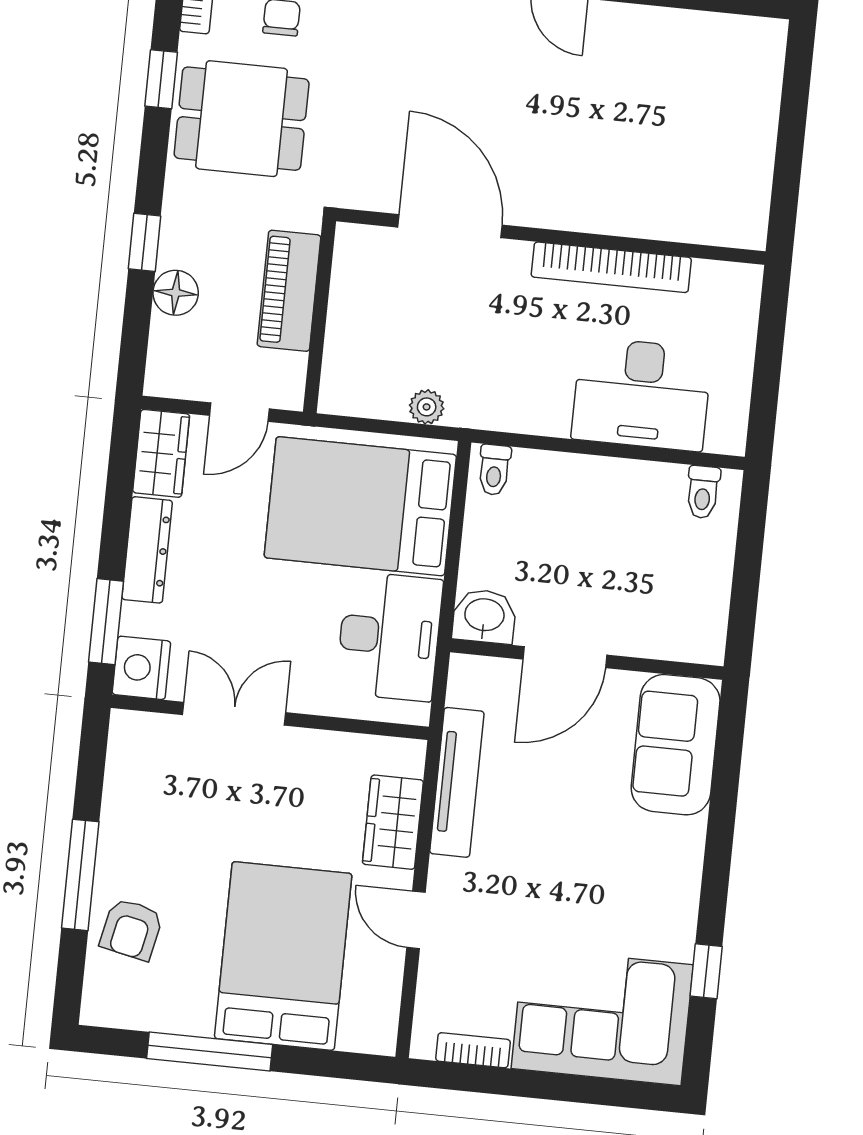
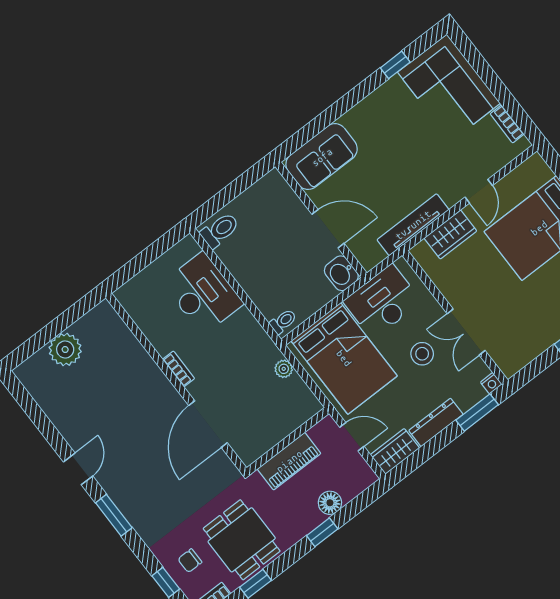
plant: (747, 124) -> (65, 350), added
bookcase: (611, 267) -> (179, 369), width x0.43, depth x0.76
toilet: (703, 492) -> (220, 230), width x1.37, depth x1.39
stool: (262, 623) -> (422, 354), added
nightstand: (141, 668) -> (491, 383), width x0.53, depth x0.56

